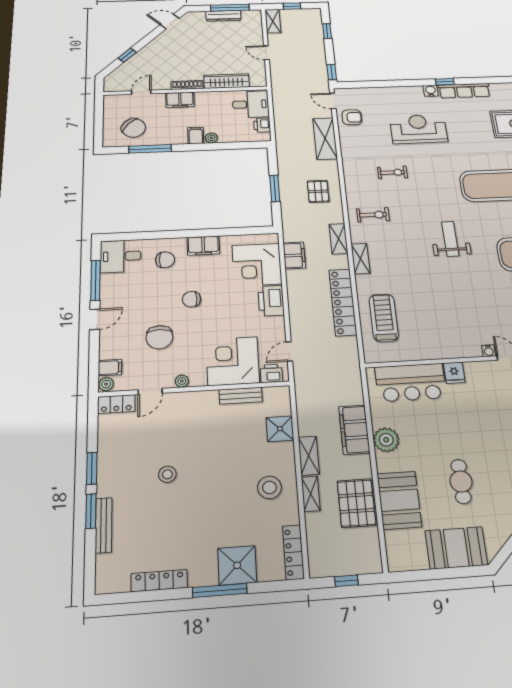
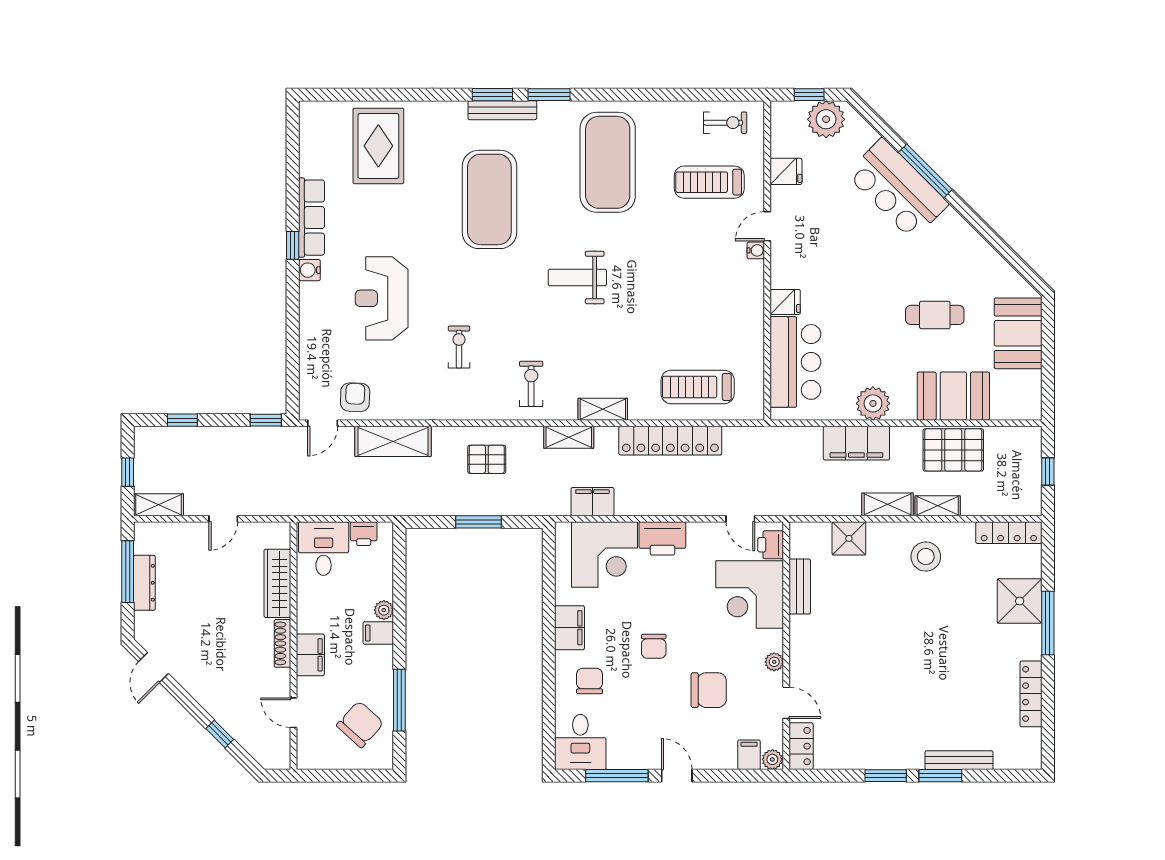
stool: (167, 474) -> (900, 682), removed

